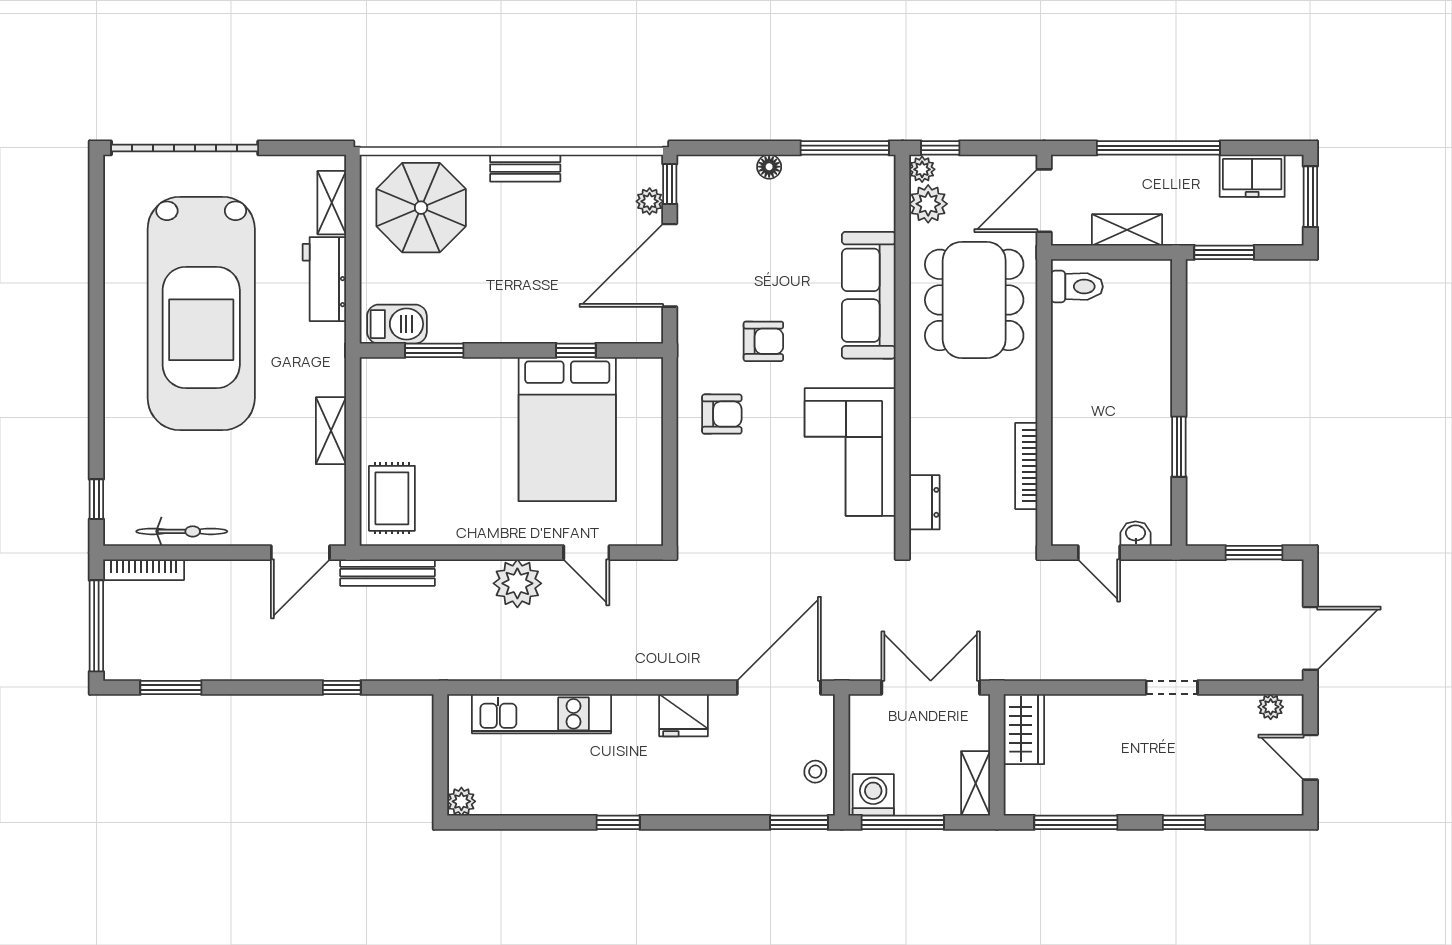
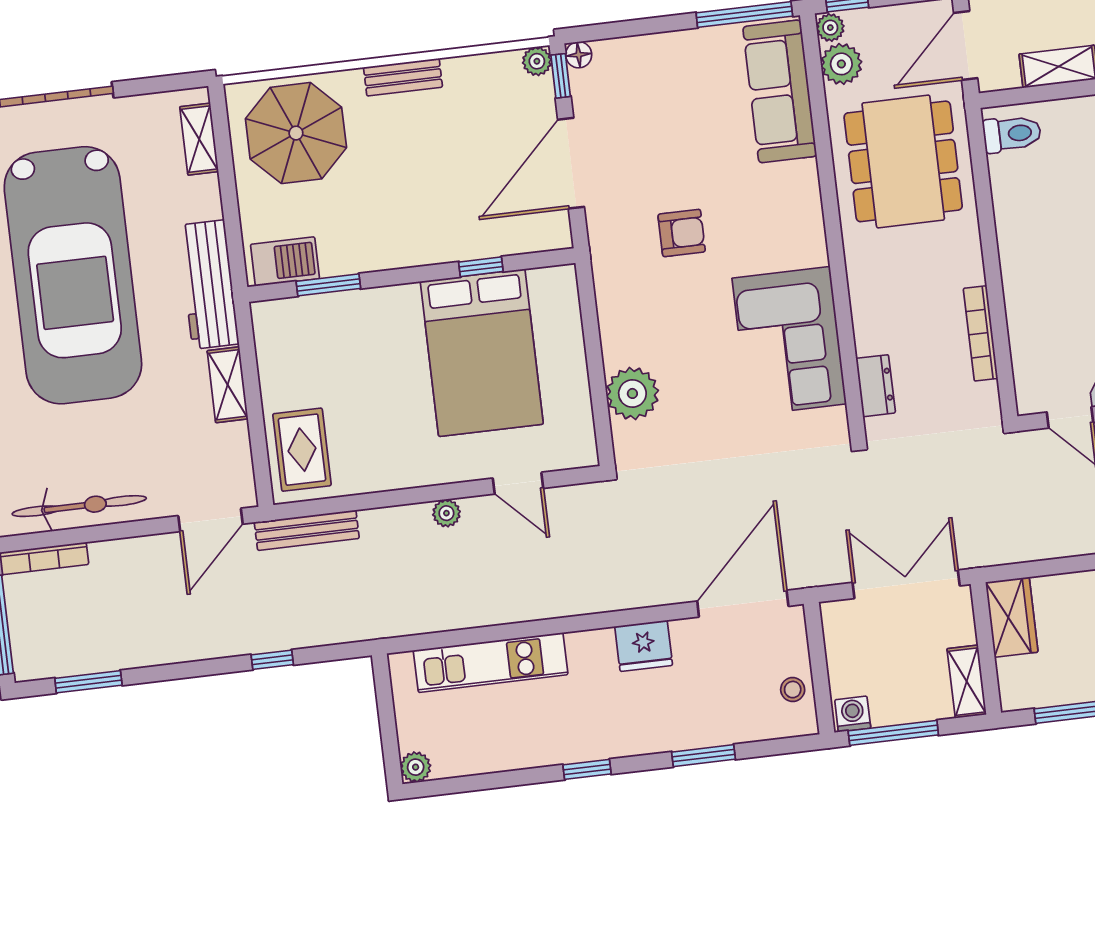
floor lamp: (769, 167) -> (579, 55), moved
plant: (650, 201) -> (537, 61), moved
workbench: (324, 279) -> (208, 284), moved, width x1.37
sofa: (869, 295) -> (780, 91), moved
armchair: (722, 414) -> (646, 317), removed
plant: (701, 483) -> (632, 393), added
bicycle: (182, 531) -> (79, 506), width x1.37, depth x1.40
plant: (517, 583) -> (446, 513), width x0.53, depth x0.53
washing machine: (873, 795) -> (853, 714), width x0.73, depth x0.73
window: (799, 822) -> (703, 756), moved

